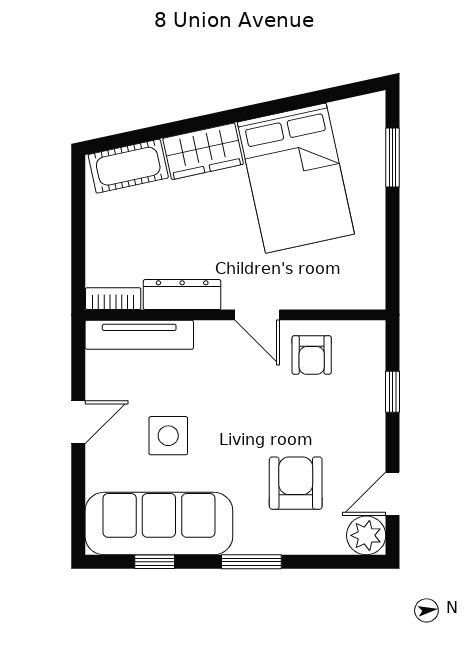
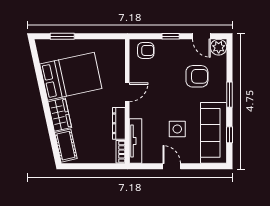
armchair: (312, 355) -> (146, 50), moved
window: (393, 392) -> (171, 36), moved
armchair: (296, 483) -> (197, 76), turned 180

